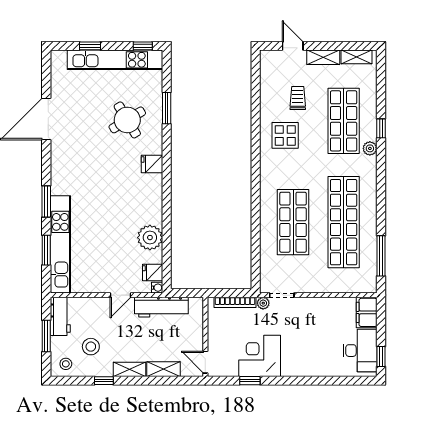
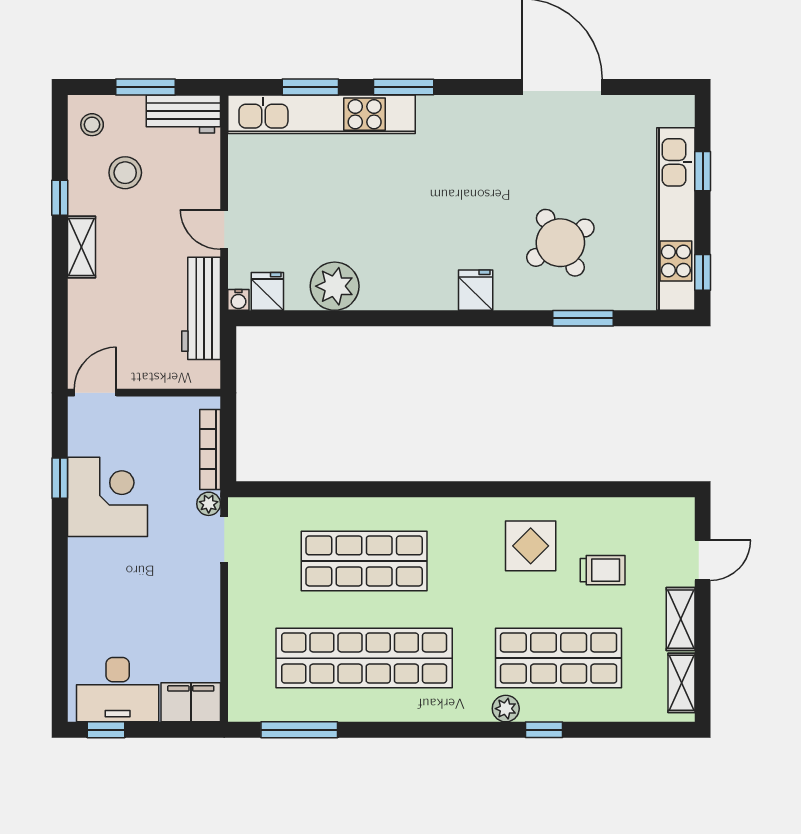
shelving: (163, 369) -> (82, 312), removed

